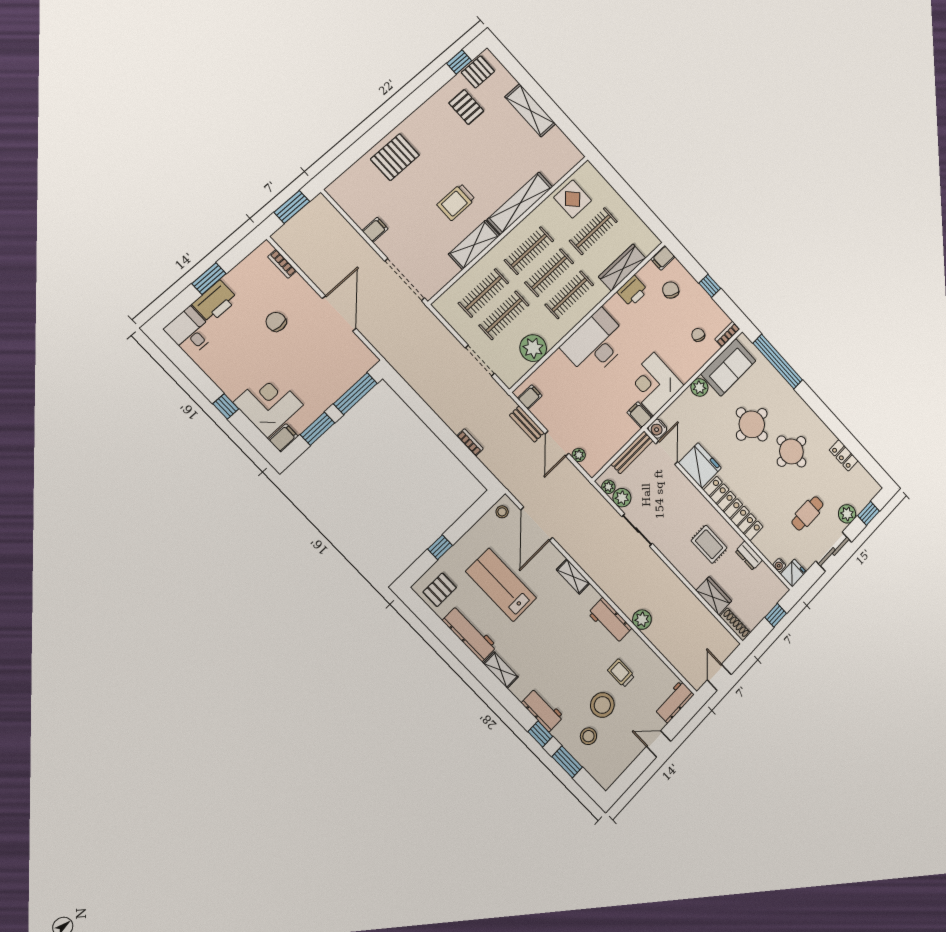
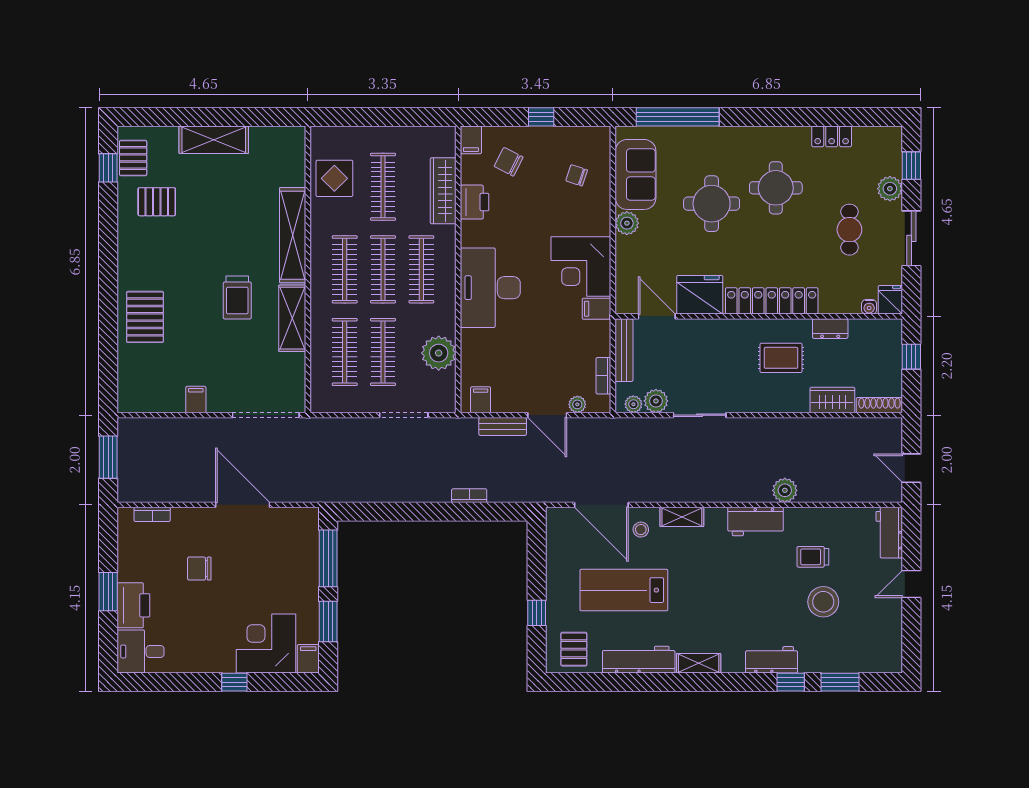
bookcase: (727, 334) -> (603, 376), moved
water cooler: (657, 429) -> (626, 304), removed
stool: (502, 512) -> (641, 530), moved
stool: (588, 736) -> (838, 641), removed

